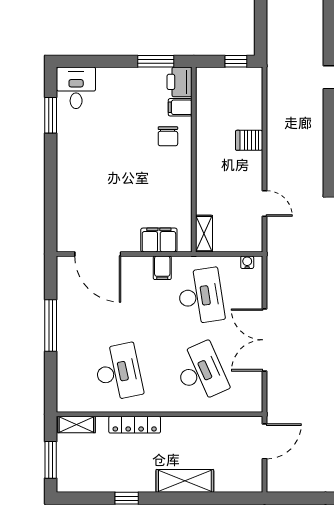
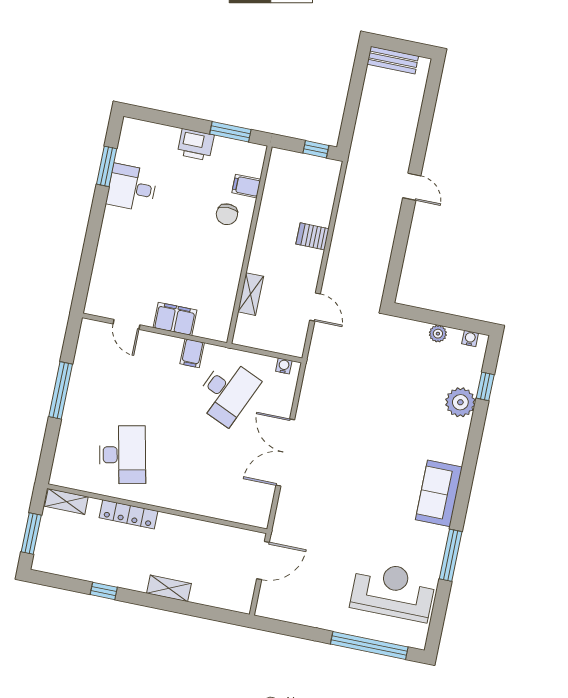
printer: (180, 82) -> (196, 145), moved, turned -90
desk: (76, 88) -> (132, 188), moved, turned -90
shelving: (204, 234) -> (251, 294), moved
filing cabinet: (159, 240) -> (175, 319), moved
door: (98, 254) -> (126, 324), width x0.53
desk: (201, 296) -> (227, 392), turned 33
desk: (201, 372) -> (210, 473), removed
shelving: (185, 481) -> (169, 588), width x0.67, depth x0.75

